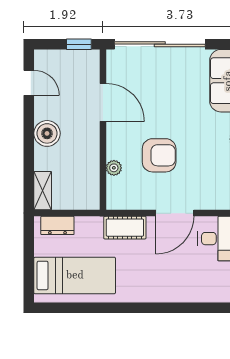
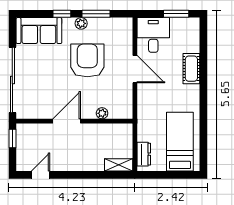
door: (103, 102) -> (67, 121), moved
boiler: (47, 133) -> (77, 162), removed
armchair: (159, 155) -> (87, 60), moved, width x1.36, depth x1.36
cot: (125, 228) -> (191, 69), moved

